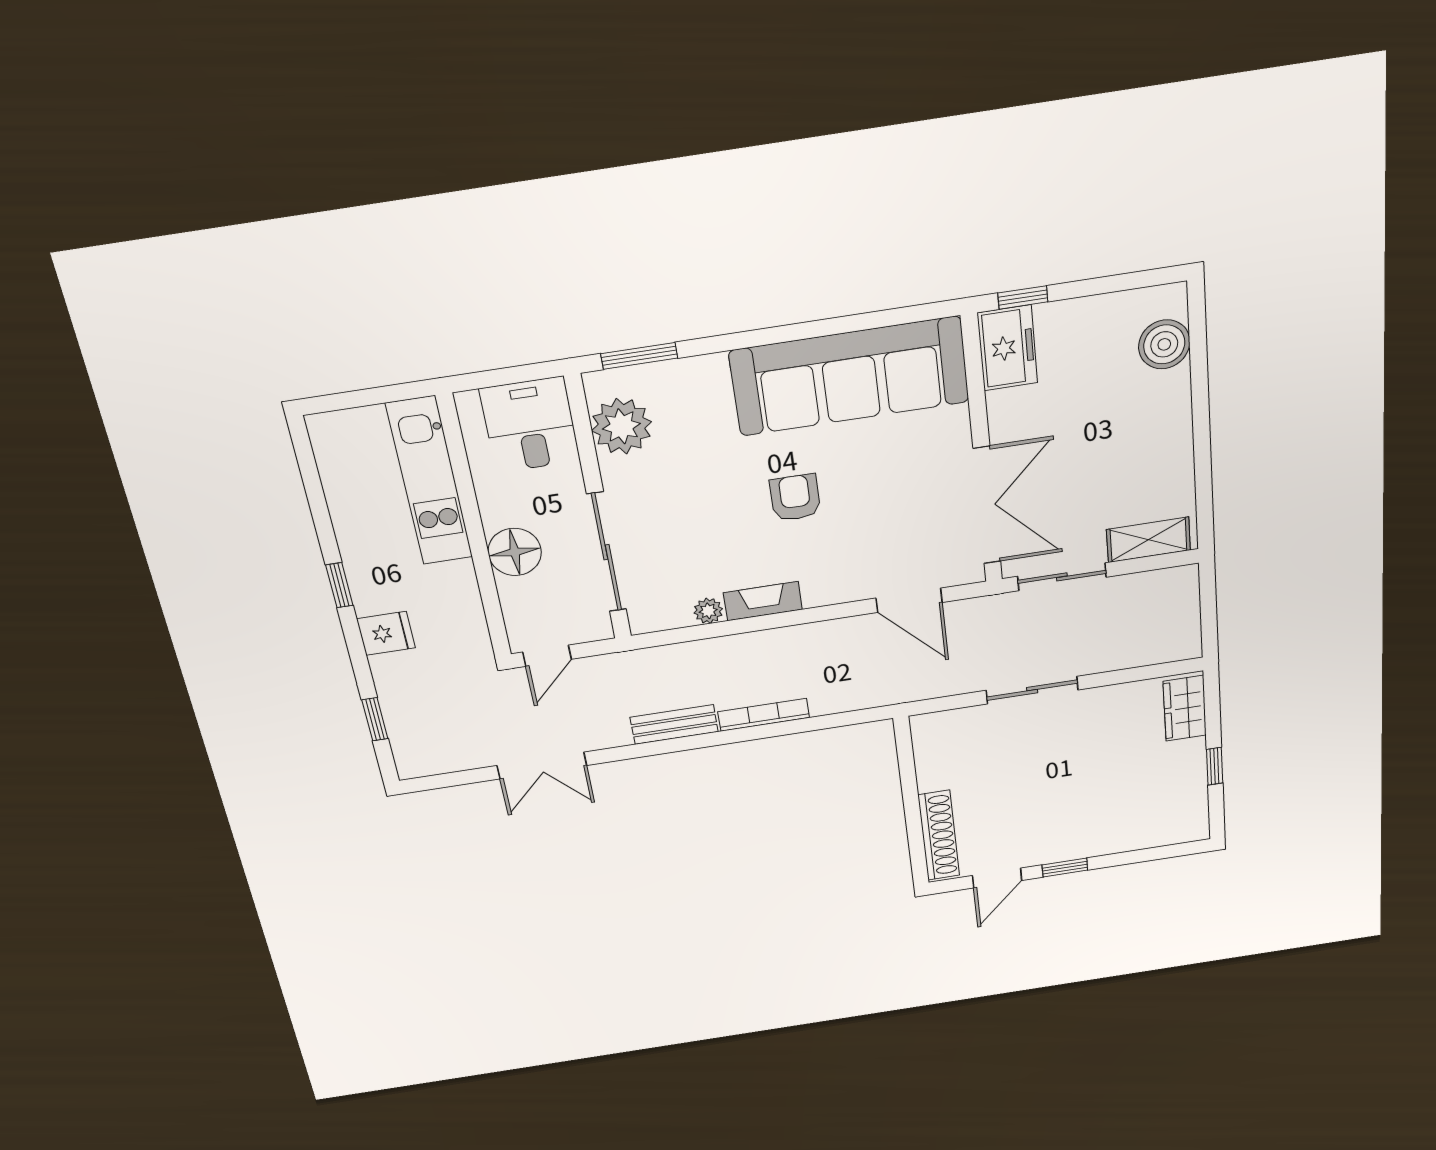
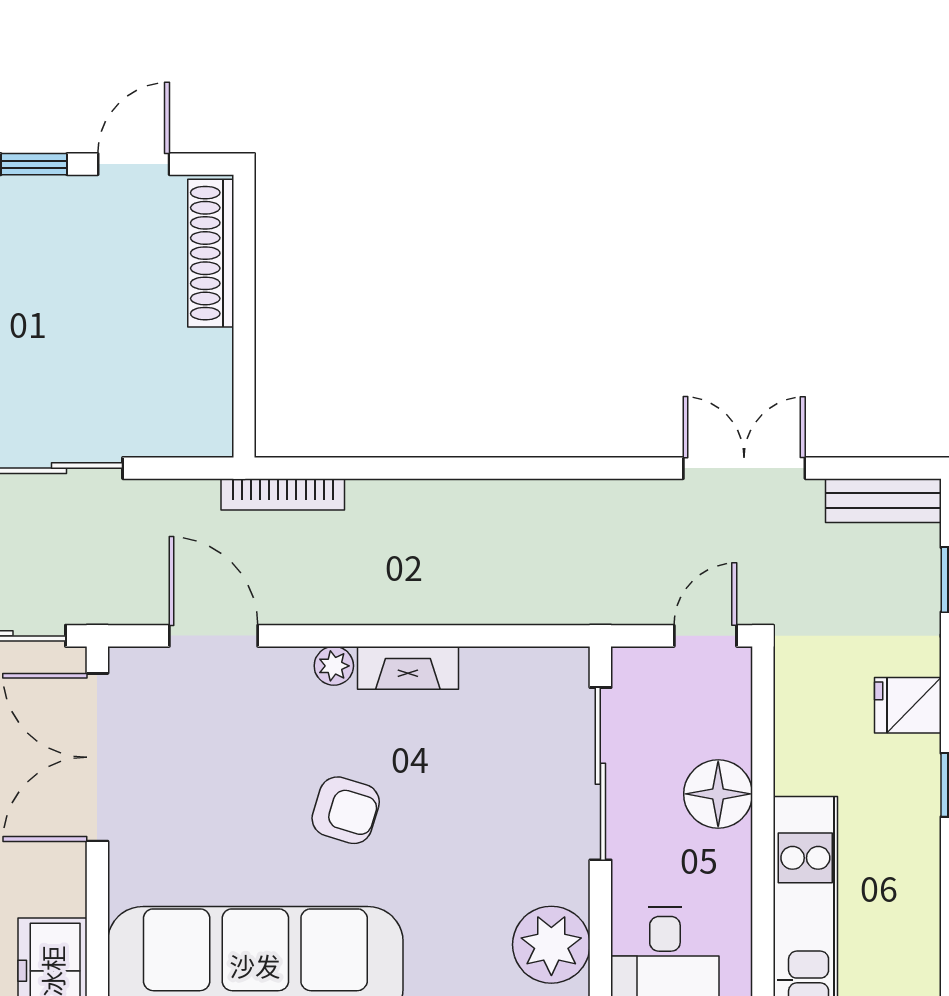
armchair: (795, 498) -> (346, 810), turned -73
plant: (708, 611) -> (334, 666), moved
bookcase: (764, 715) -> (283, 494), moved
bench: (674, 725) -> (883, 501), moved

